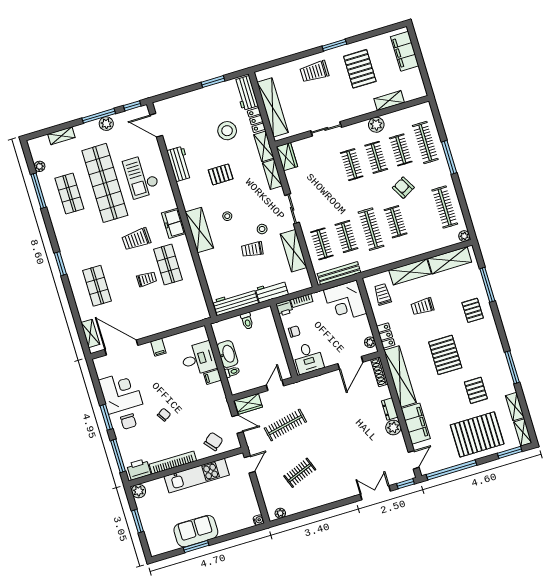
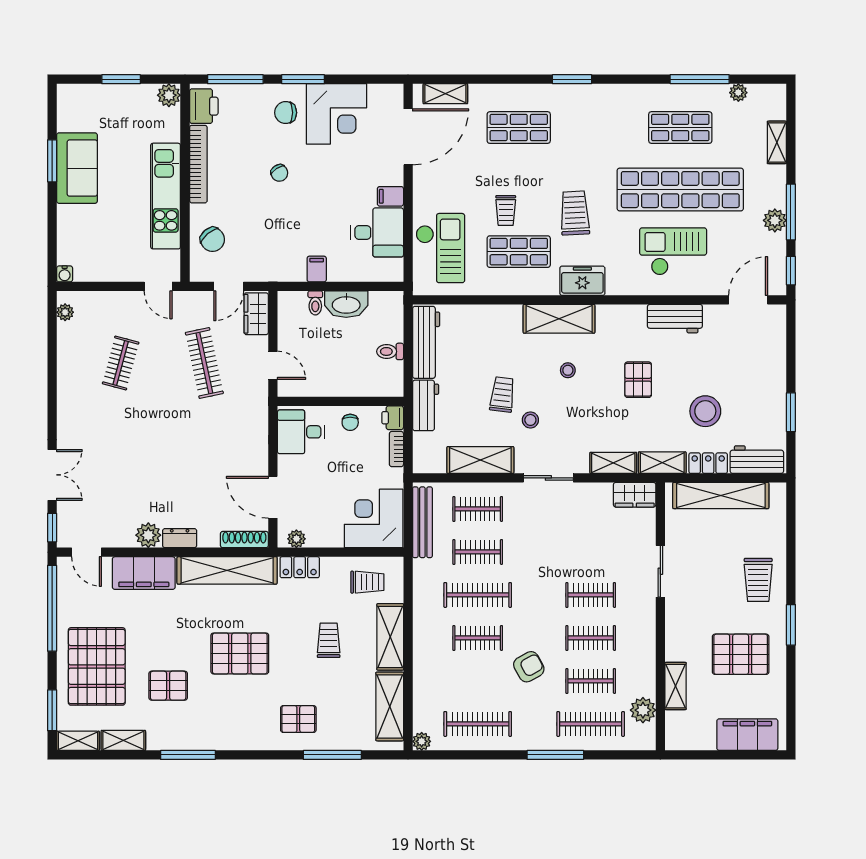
trolley: (314, 72) -> (758, 580), turned 180
plant: (376, 125) -> (643, 710), moved
checkout: (179, 310) -> (440, 248), added
desk: (199, 359) -> (377, 232), moved, turned -90
clothes rail: (300, 473) -> (121, 363), turned 36

